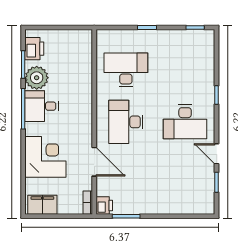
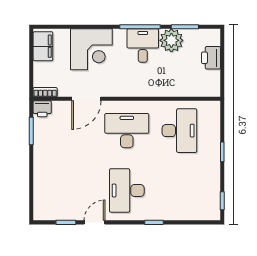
printer: (34, 49) -> (211, 58), moved, turned 90

